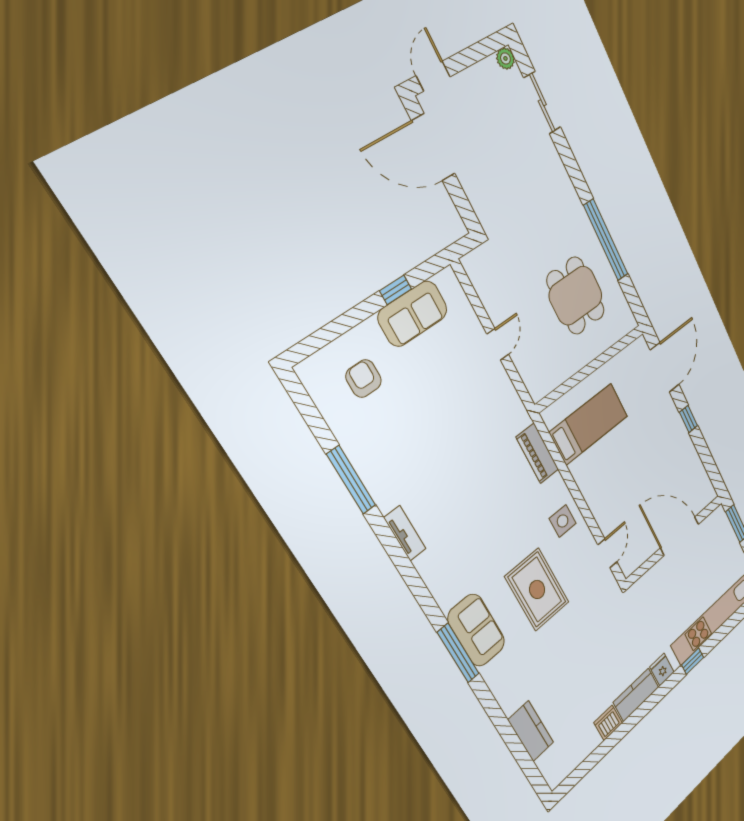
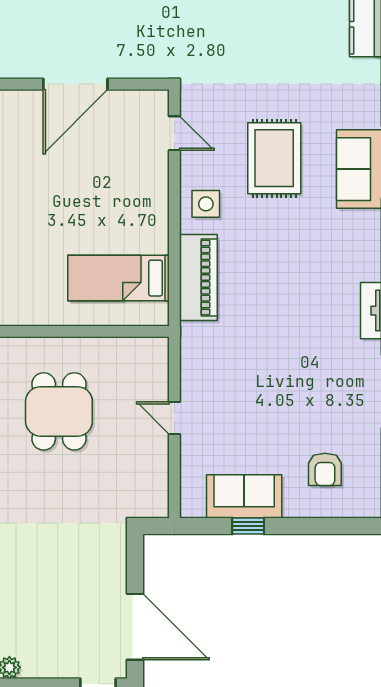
door: (498, 344) -> (174, 418), hinge flipped
piano: (537, 453) -> (198, 277), width x1.37, depth x1.33
door: (680, 536) -> (75, 84), hinge flipped
door: (607, 553) -> (174, 133), swing flipped

